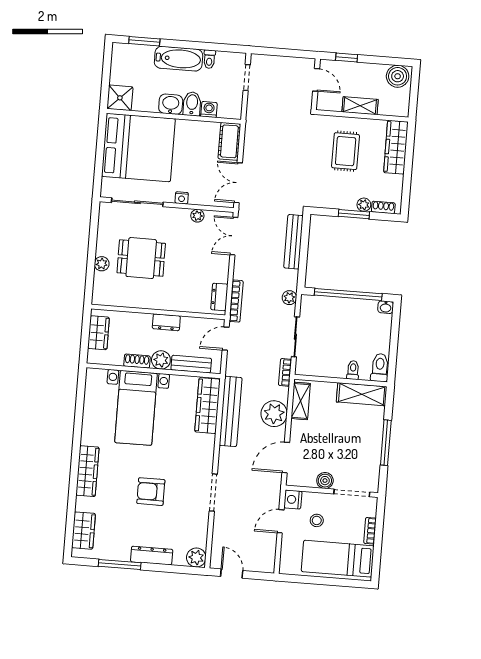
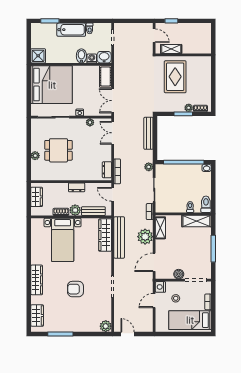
boiler: (398, 76) -> (203, 30), removed
washbasin: (171, 104) -> (104, 57), moved
shelving: (360, 106) -> (171, 49), moved
wardrobe: (396, 147) -> (205, 72), removed
rug: (346, 151) -> (175, 77), width x1.36, depth x1.43
door: (226, 339) -> (113, 194), hinge flipped
dresser: (152, 556) -> (79, 327), removed

